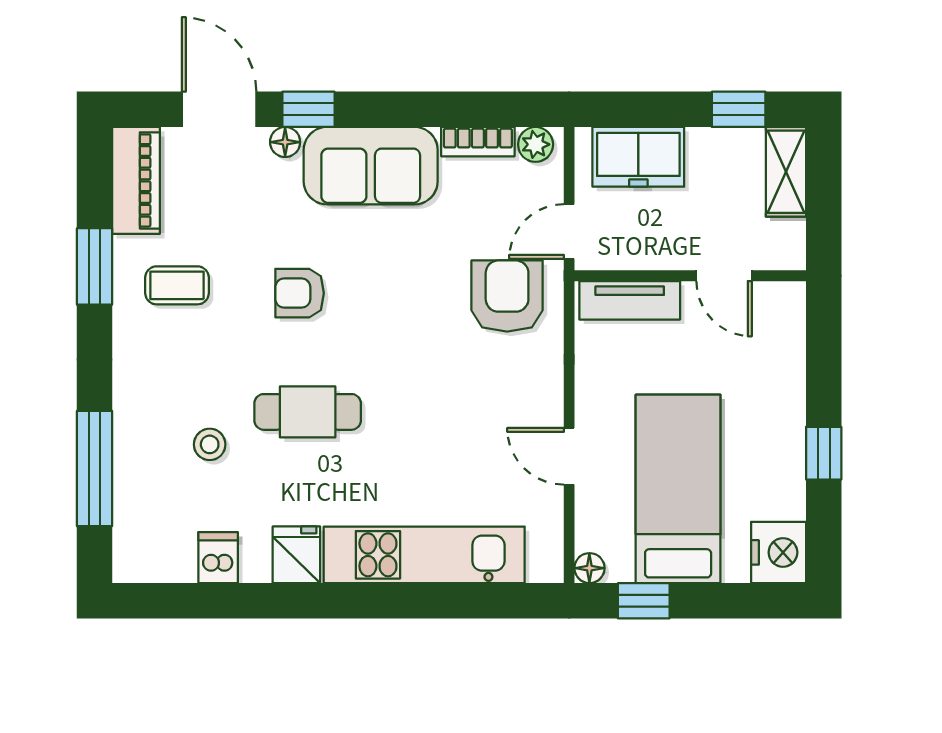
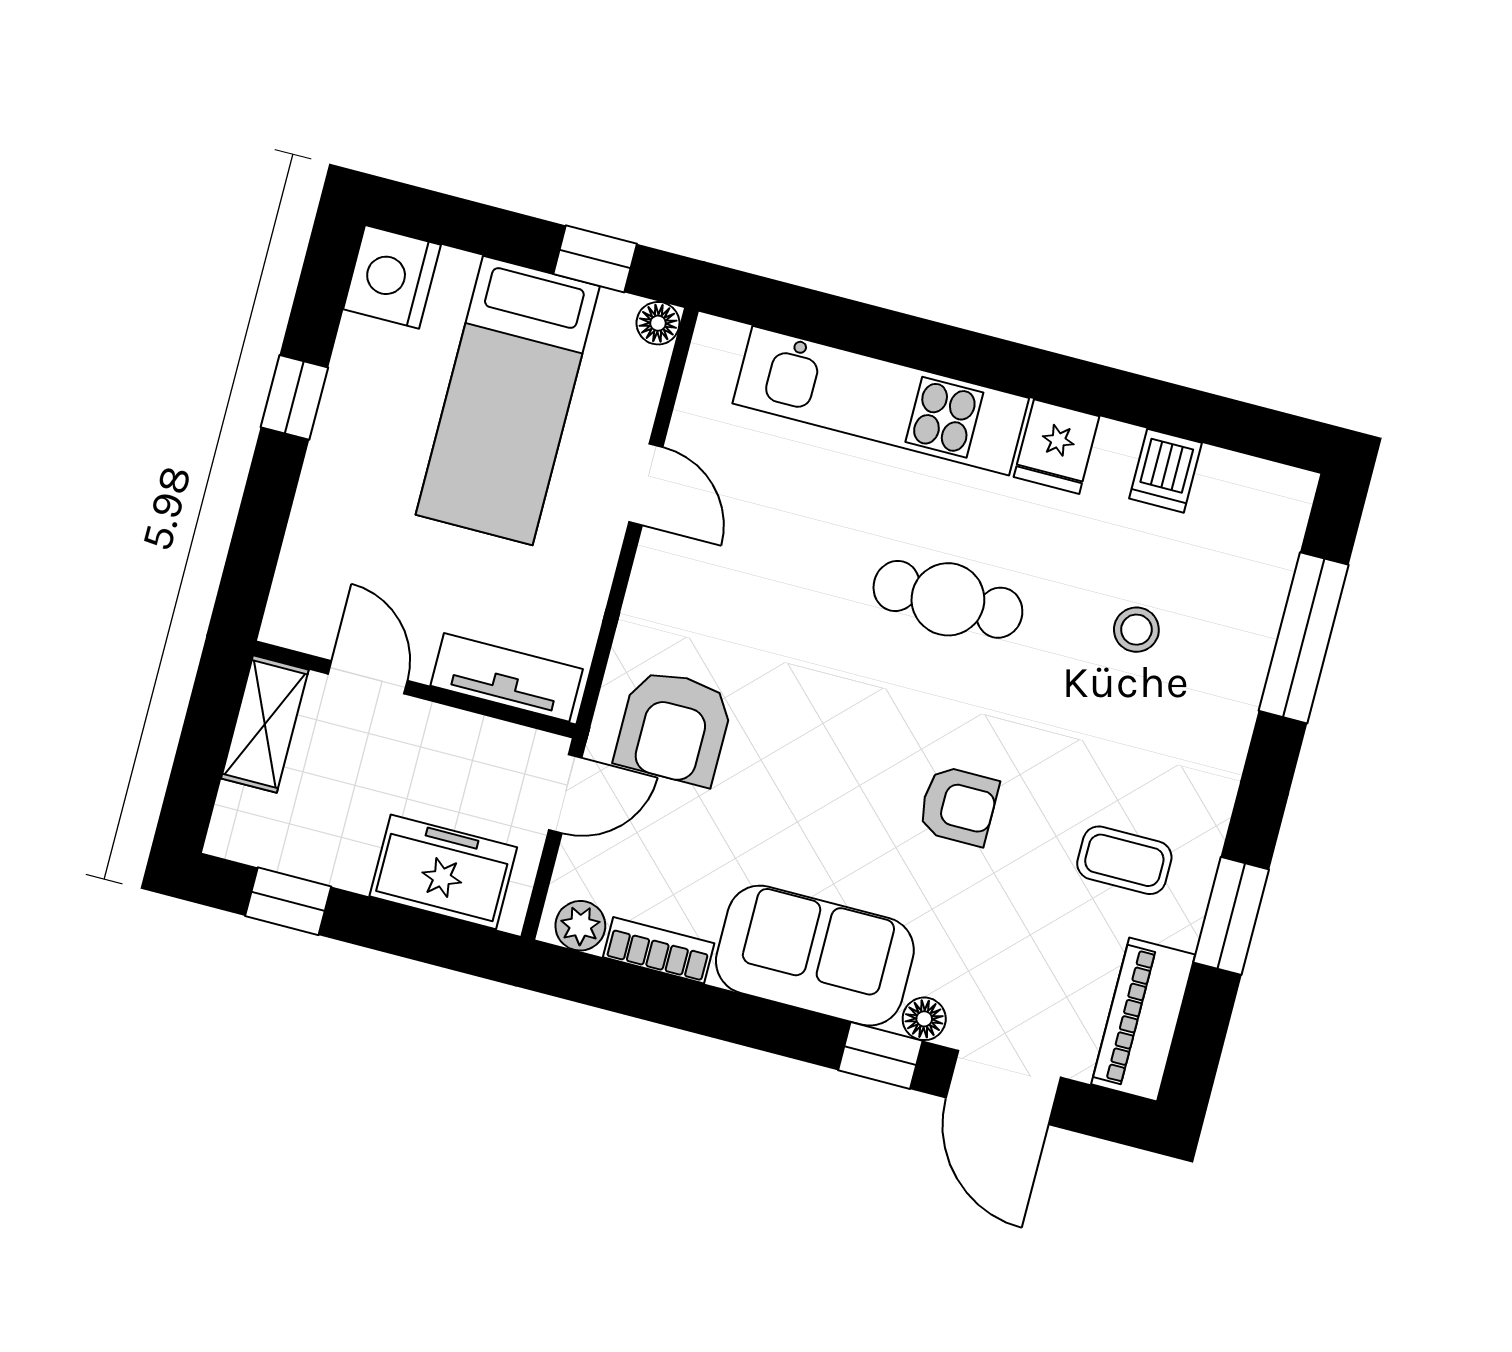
shelving: (786, 172) -> (265, 724), moved
cafe table: (308, 412) -> (948, 599), moved

